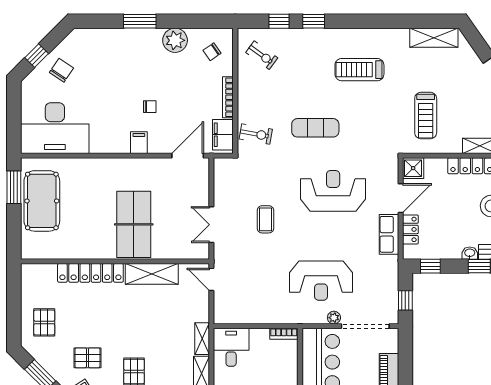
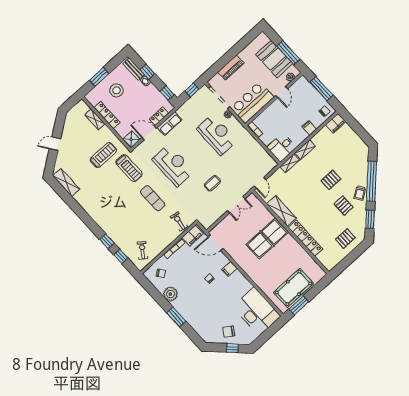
treadmill: (359, 70) -> (129, 168), moved
reception desk: (333, 191) -> (173, 165), turned 180

